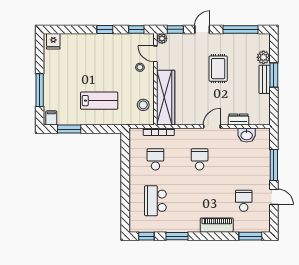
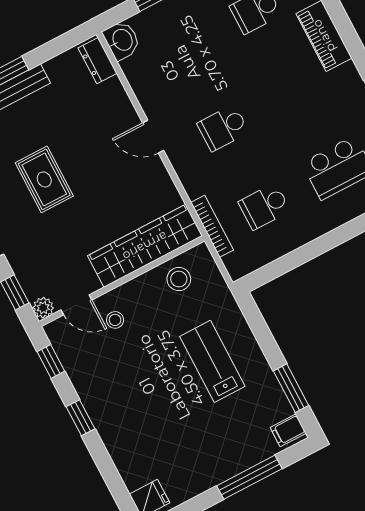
door: (155, 54) -> (76, 305), hinge flipped
rug: (218, 69) -> (44, 179), turned 90
dresser: (238, 120) -> (97, 61), moved
washbasin: (247, 135) -> (122, 40), moved

